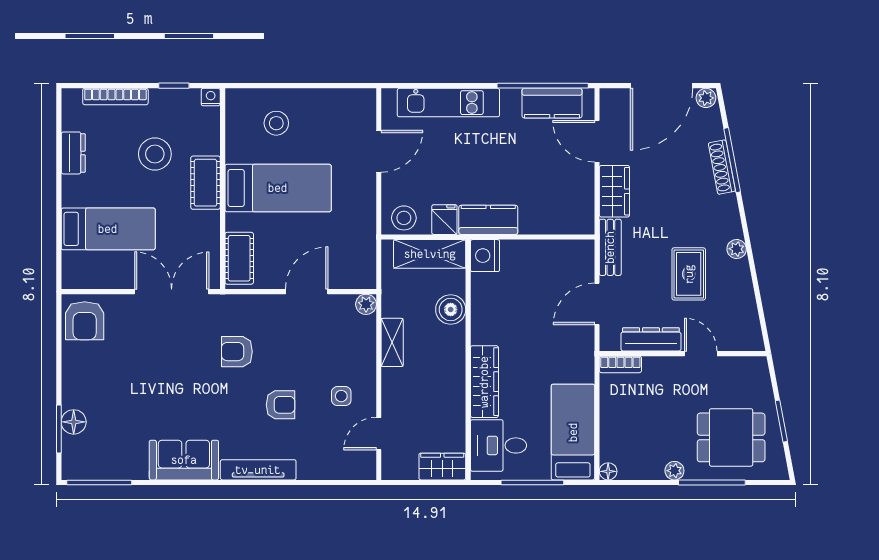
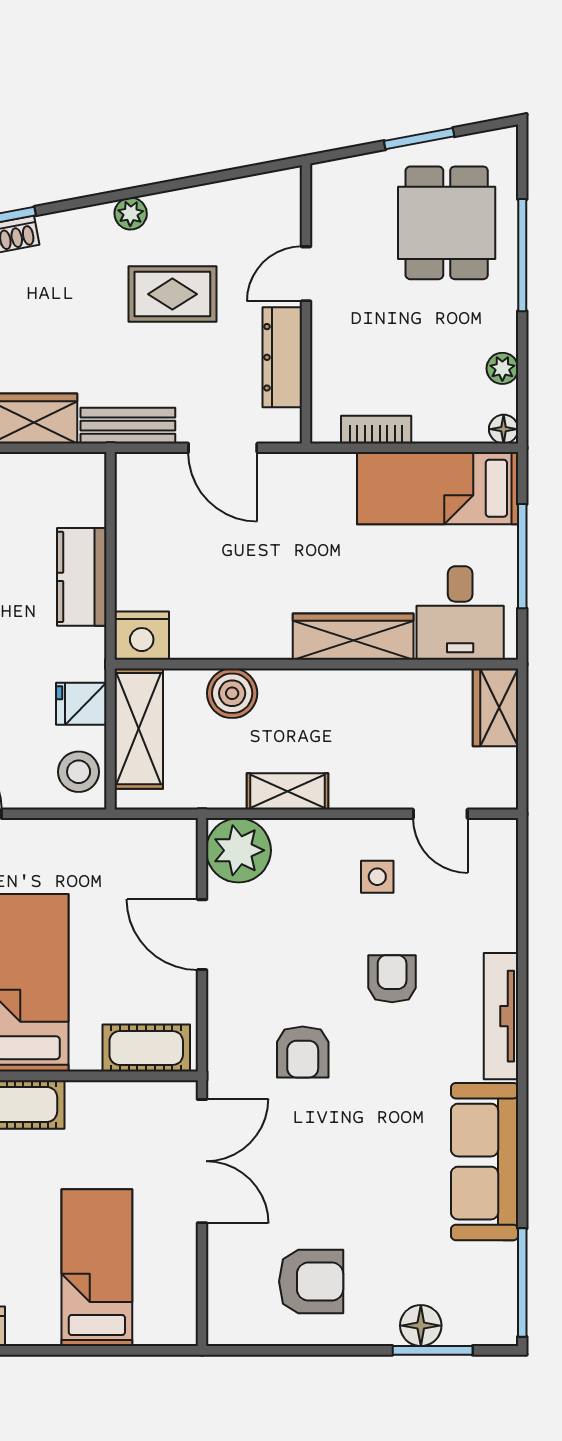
kitchen counter: (488, 220) -> (82, 577), moved
double door: (172, 292) -> (202, 1161), swing flipped
plant: (366, 304) -> (238, 850), width x1.87, depth x1.87
armchair: (85, 321) -> (311, 1282), moved
bookcase: (620, 364) -> (376, 430), moved, turned -90
sofa: (184, 460) -> (485, 1162), width x1.36
plant: (674, 471) -> (502, 368), moved

